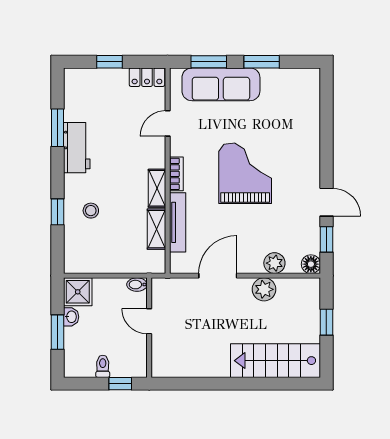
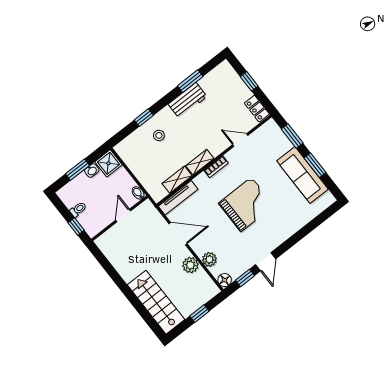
sofa: (221, 84) -> (303, 175), moved
tv unit: (178, 222) -> (178, 198), moved

